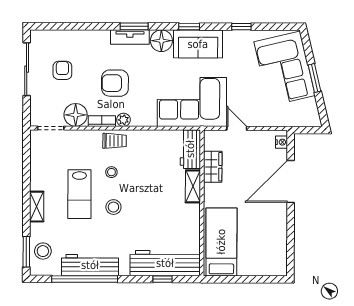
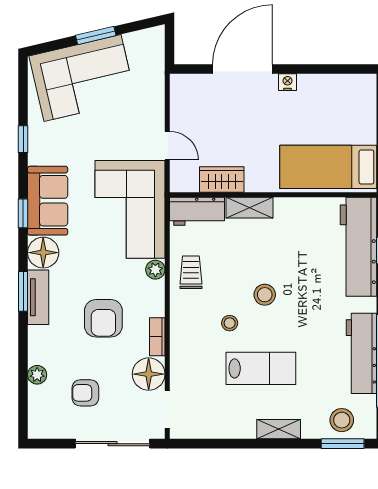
plant: (75, 36) -> (37, 375), added
sliding door: (27, 69) -> (113, 444), moved
plant: (124, 120) -> (155, 270), moved
door: (237, 128) -> (167, 146), swing flipped
trolley: (115, 141) -> (191, 272), moved
nightstand: (281, 142) -> (288, 82), moved
door: (291, 182) -> (242, 69), swing flipped
stool: (113, 207) -> (265, 295), moved

